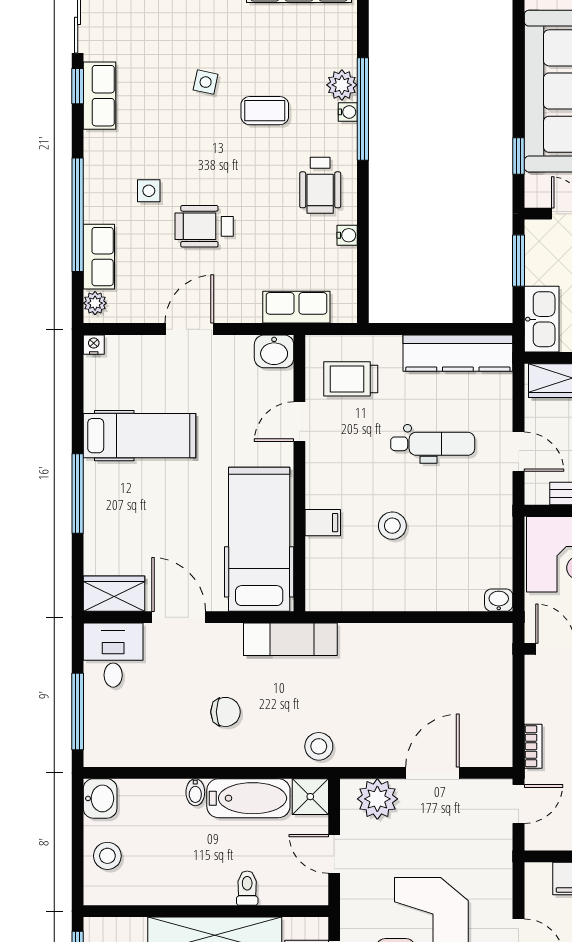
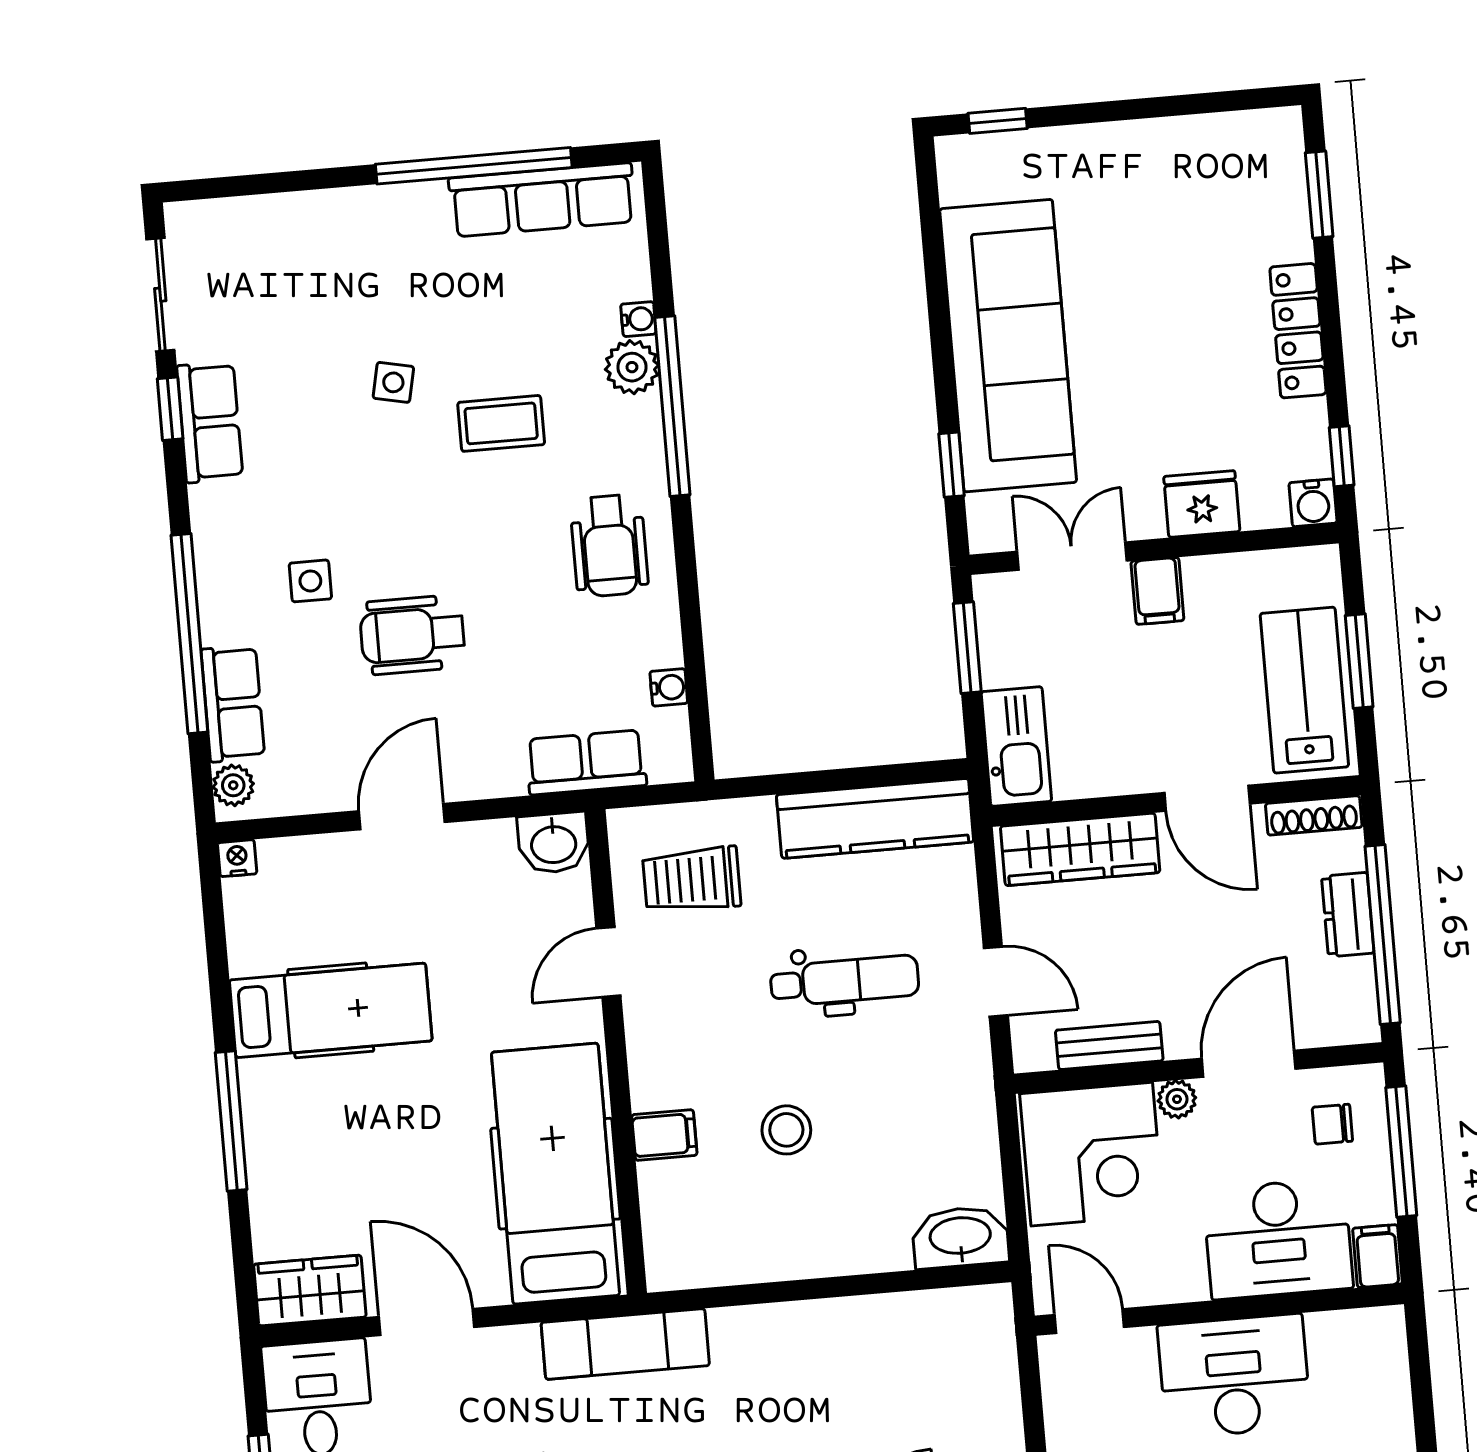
water cooler: (348, 112) -> (638, 319), moved
water cooler: (347, 235) -> (669, 687), moved
washbasin: (499, 600) -> (960, 1237), width x1.91, depth x1.45

